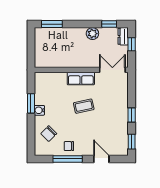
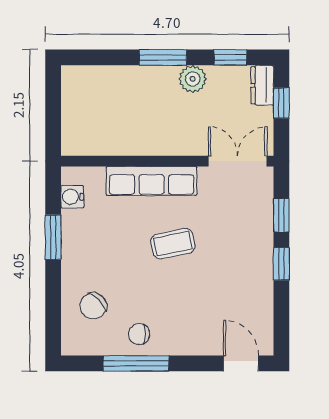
window: (52, 24) -> (163, 57), moved
row of seats: (81, 79) -> (152, 181), width x1.48
water cooler: (39, 110) -> (72, 197), moved
window: (132, 142) -> (281, 215), moved
door: (101, 159) -> (241, 363), moved

